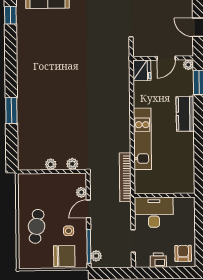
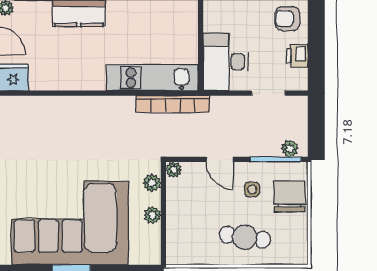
corner sofa: (45, 109) -> (70, 223), added
kitchen unit: (142, 139) -> (152, 78), moved
plant: (81, 192) -> (174, 170), moved

